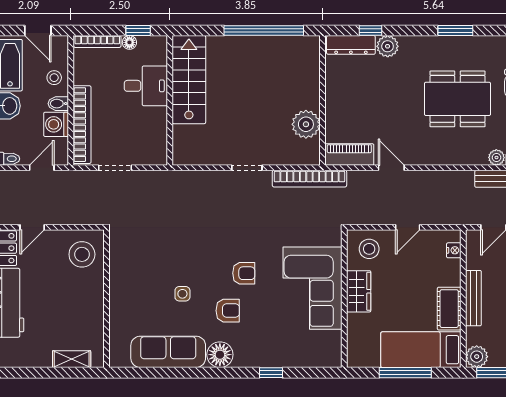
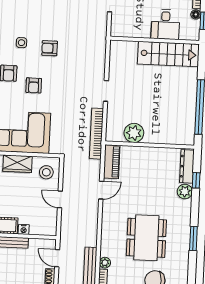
nightstand: (454, 250) -> (24, 229), moved
armchair: (189, 253) -> (50, 48), added

